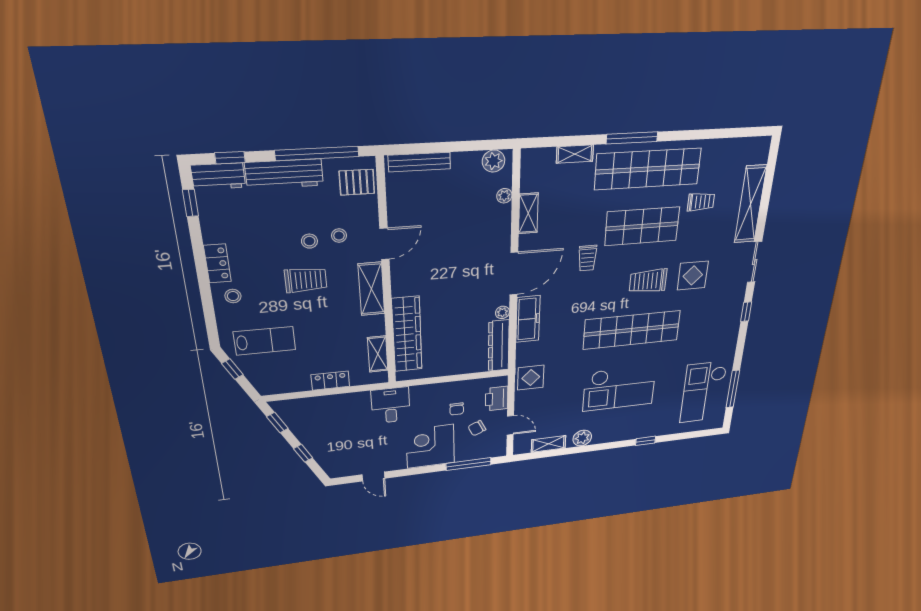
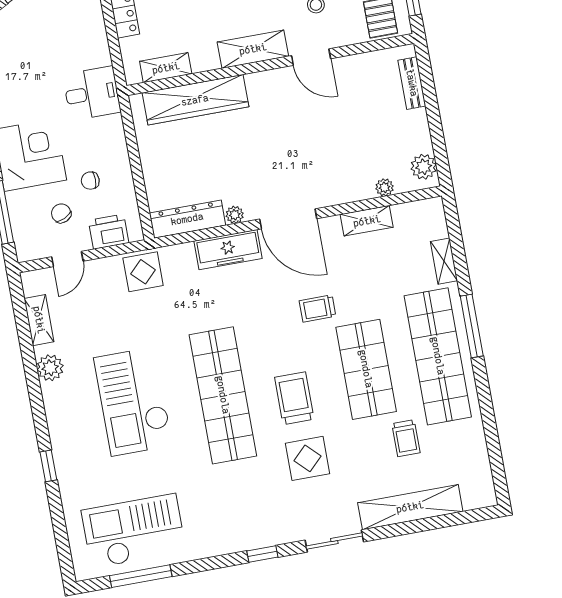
bench: (419, 162) -> (412, 83), width x0.73

